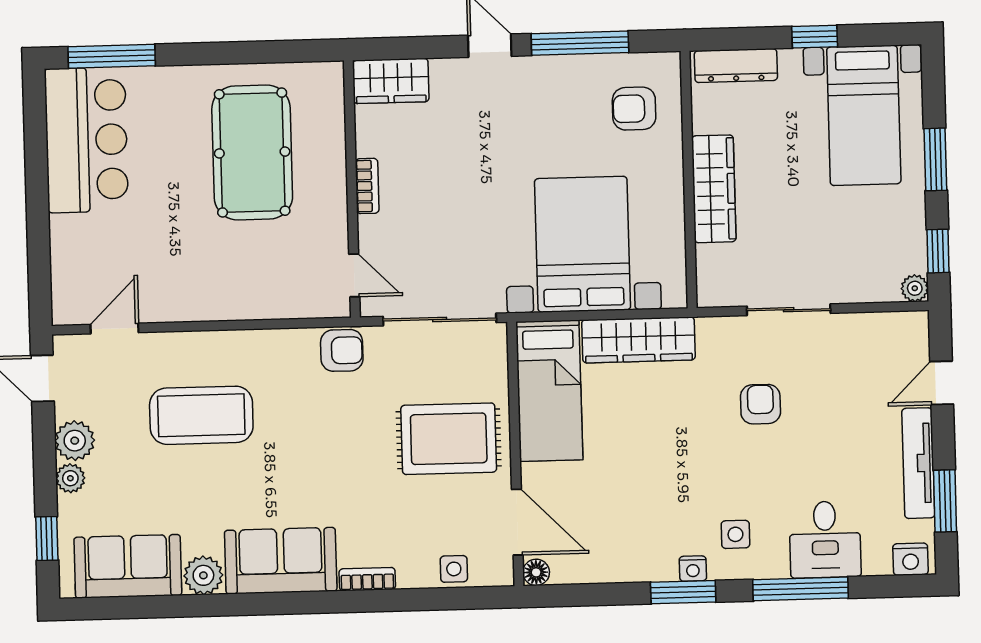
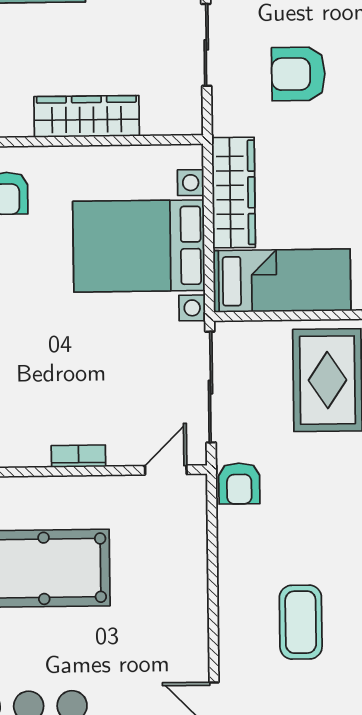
armchair: (342, 350) -> (239, 483), turned 180
armchair: (760, 404) -> (298, 74), width x1.38, depth x1.38
coffee table: (201, 415) -> (301, 622), width x0.73, depth x0.76

